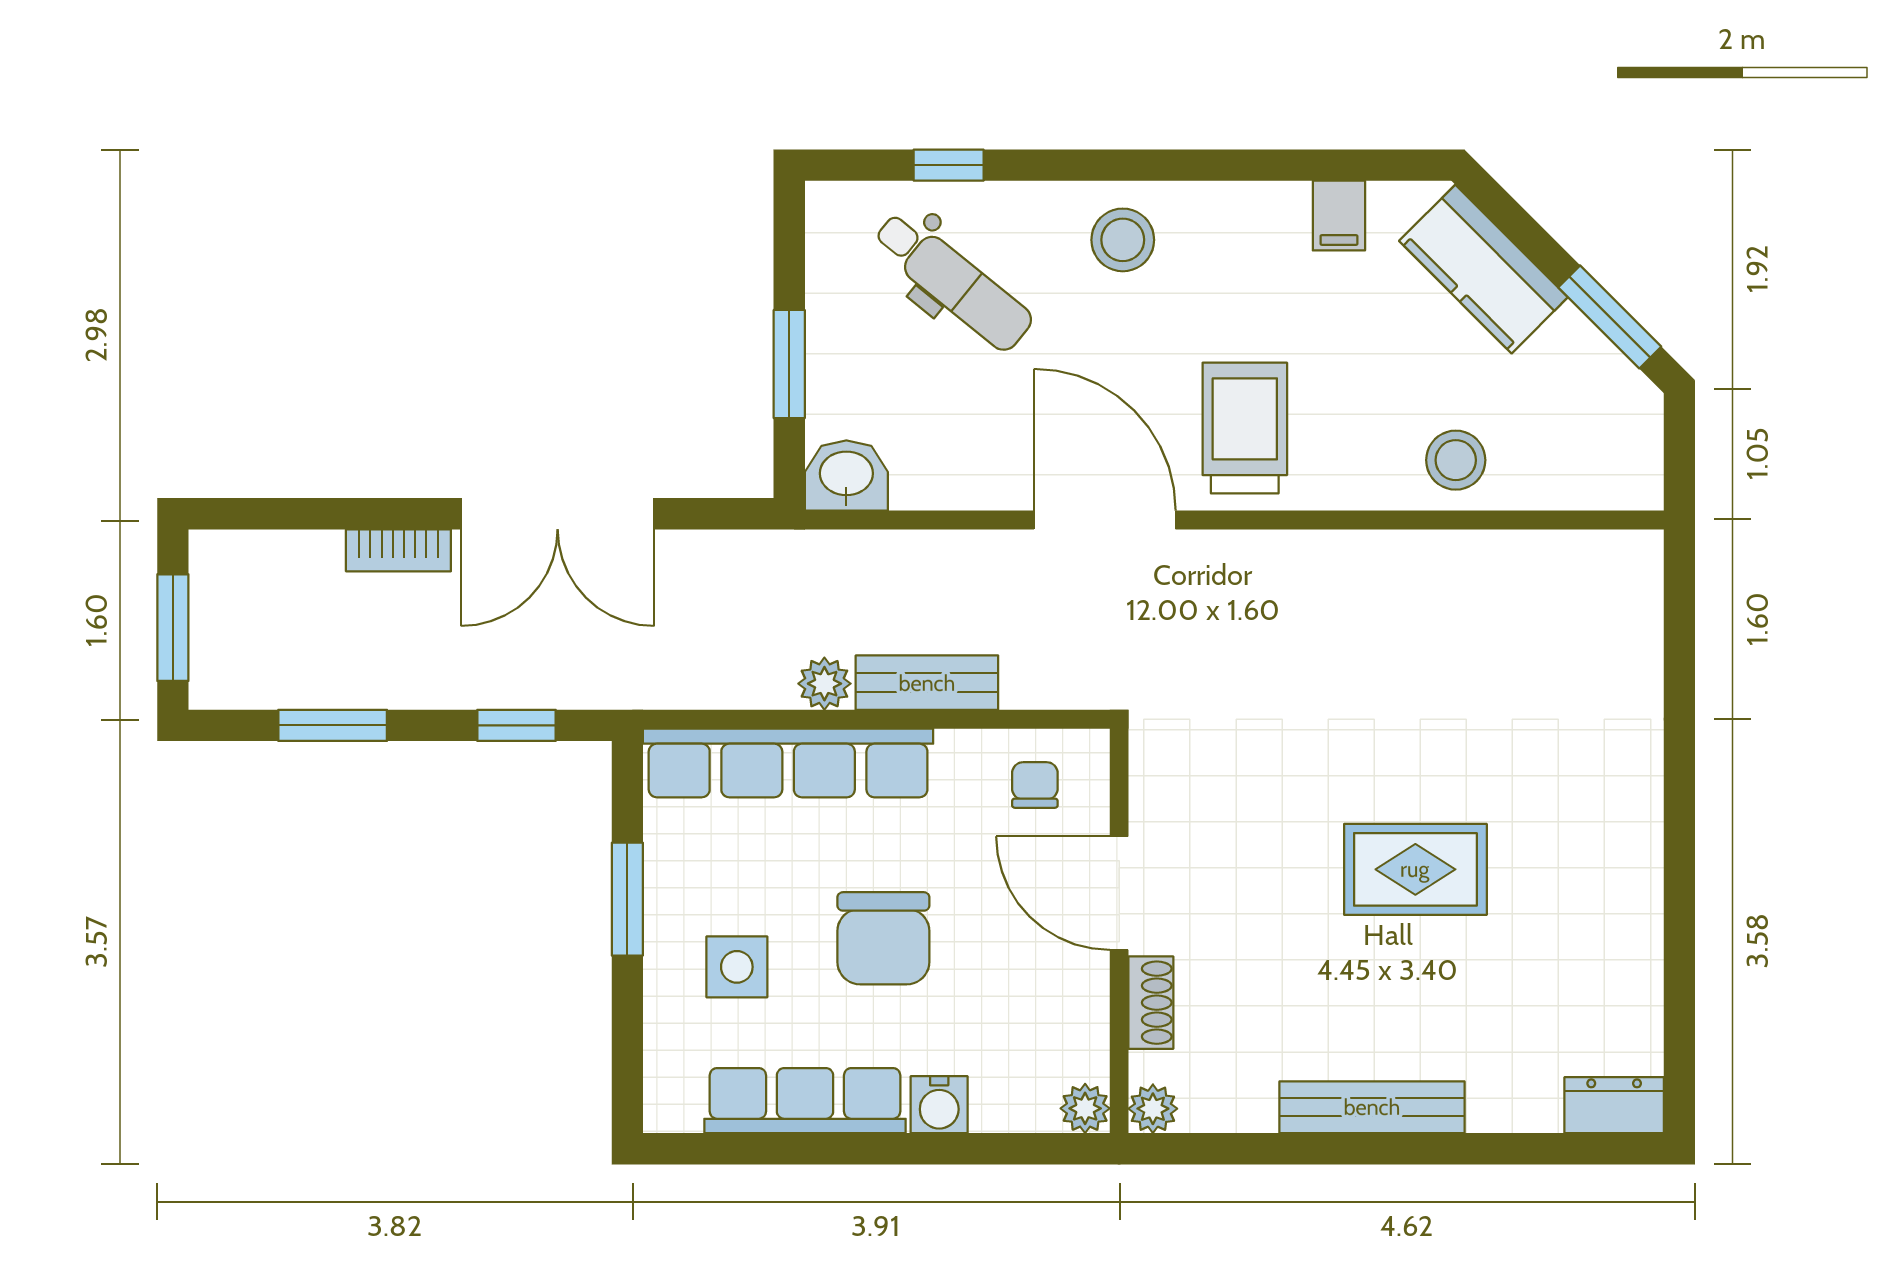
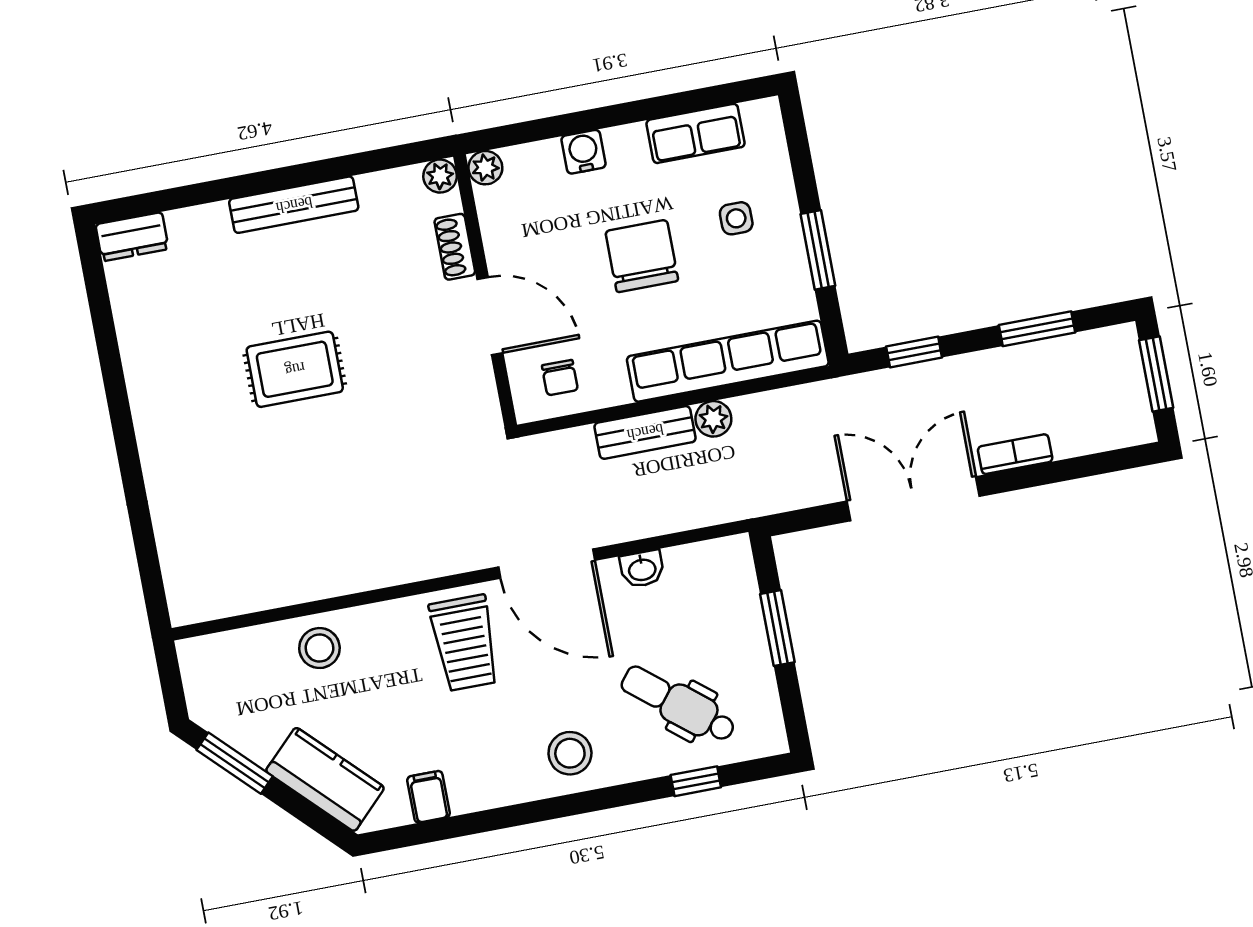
washbasin: (846, 475) -> (642, 569), moved, width x0.72, depth x0.69
side table: (737, 967) -> (736, 218), width x0.73, depth x0.73
row of seats: (805, 1101) -> (695, 133), width x0.68

